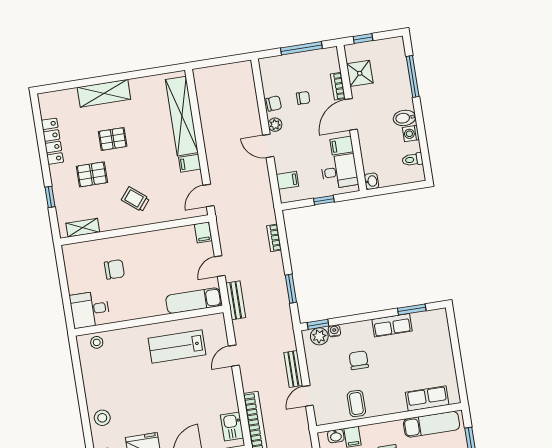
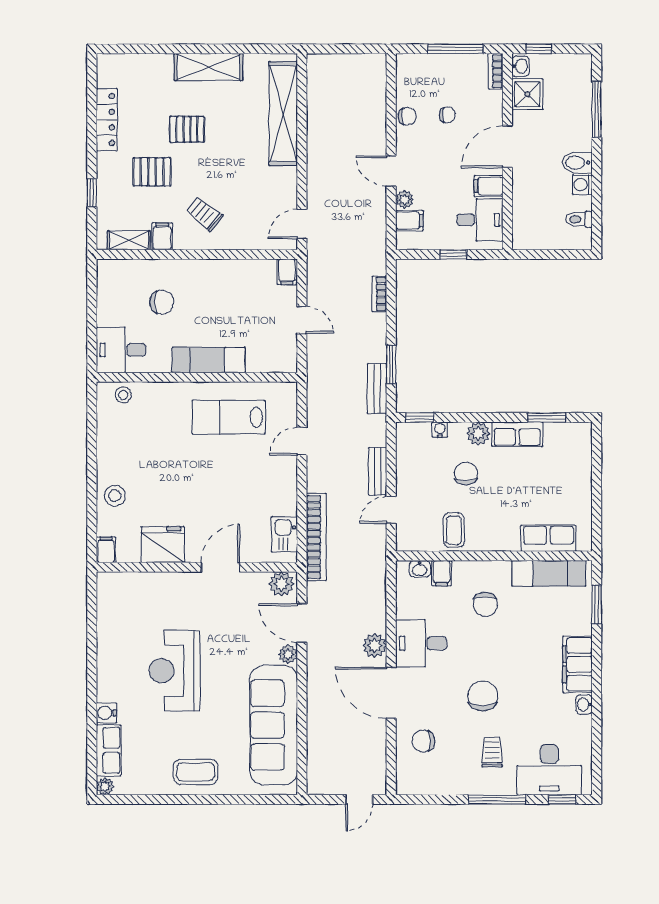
bookcase: (338, 86) -> (496, 71), moved
shelving: (104, 93) -> (209, 67), moved
plant: (275, 125) -> (405, 199), moved
filing cabinet: (190, 163) -> (162, 236), moved, turned 90
washbasin: (372, 181) -> (520, 66), moved
door: (220, 266) -> (302, 320), swing flipped
bench: (236, 300) -> (377, 388), moved
exam couch: (194, 301) -> (209, 360), moved
plant: (319, 336) -> (478, 434), moved

